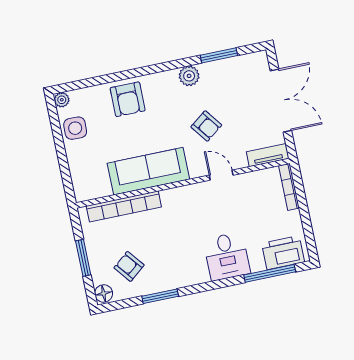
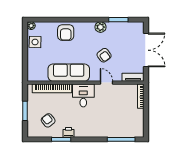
printer: (283, 253) -> (68, 132), moved, width x0.53, depth x0.68
desk: (227, 256) -> (83, 95), moved, turned 180
floor lamp: (104, 293) -> (32, 132), removed

